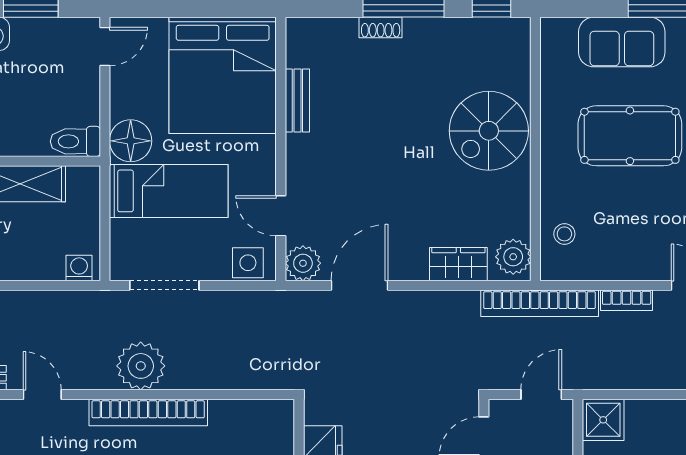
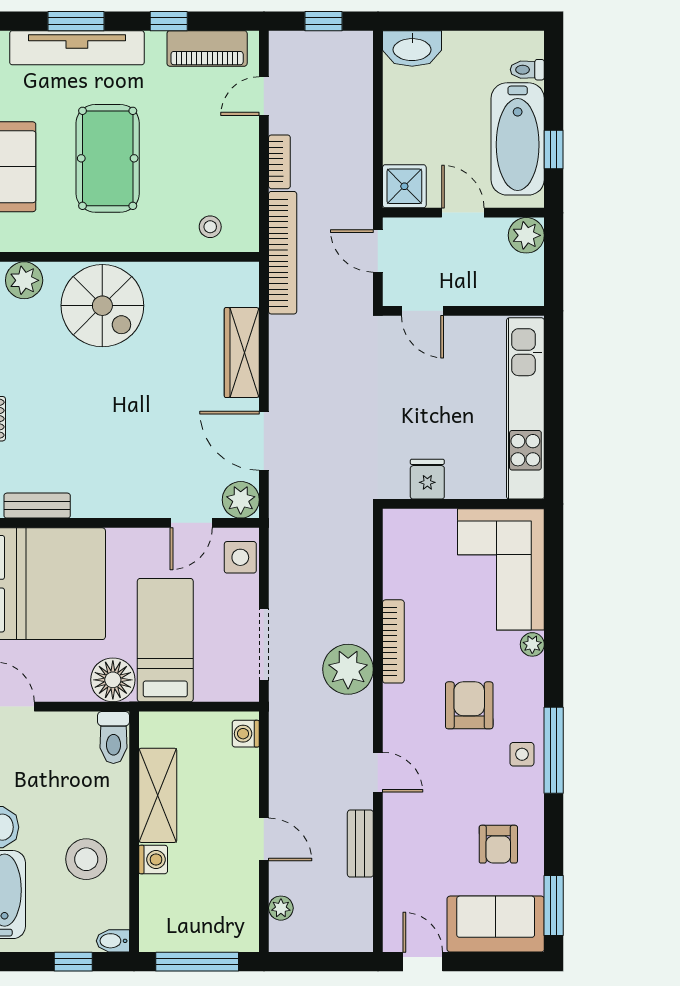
bench: (297, 101) -> (37, 506), moved
plant: (513, 257) -> (24, 280), moved
wardrobe: (458, 264) -> (242, 353), width x1.50
door: (42, 395) -> (378, 772), swing flipped
bookcase: (148, 413) -> (393, 641), width x0.68, depth x0.76

